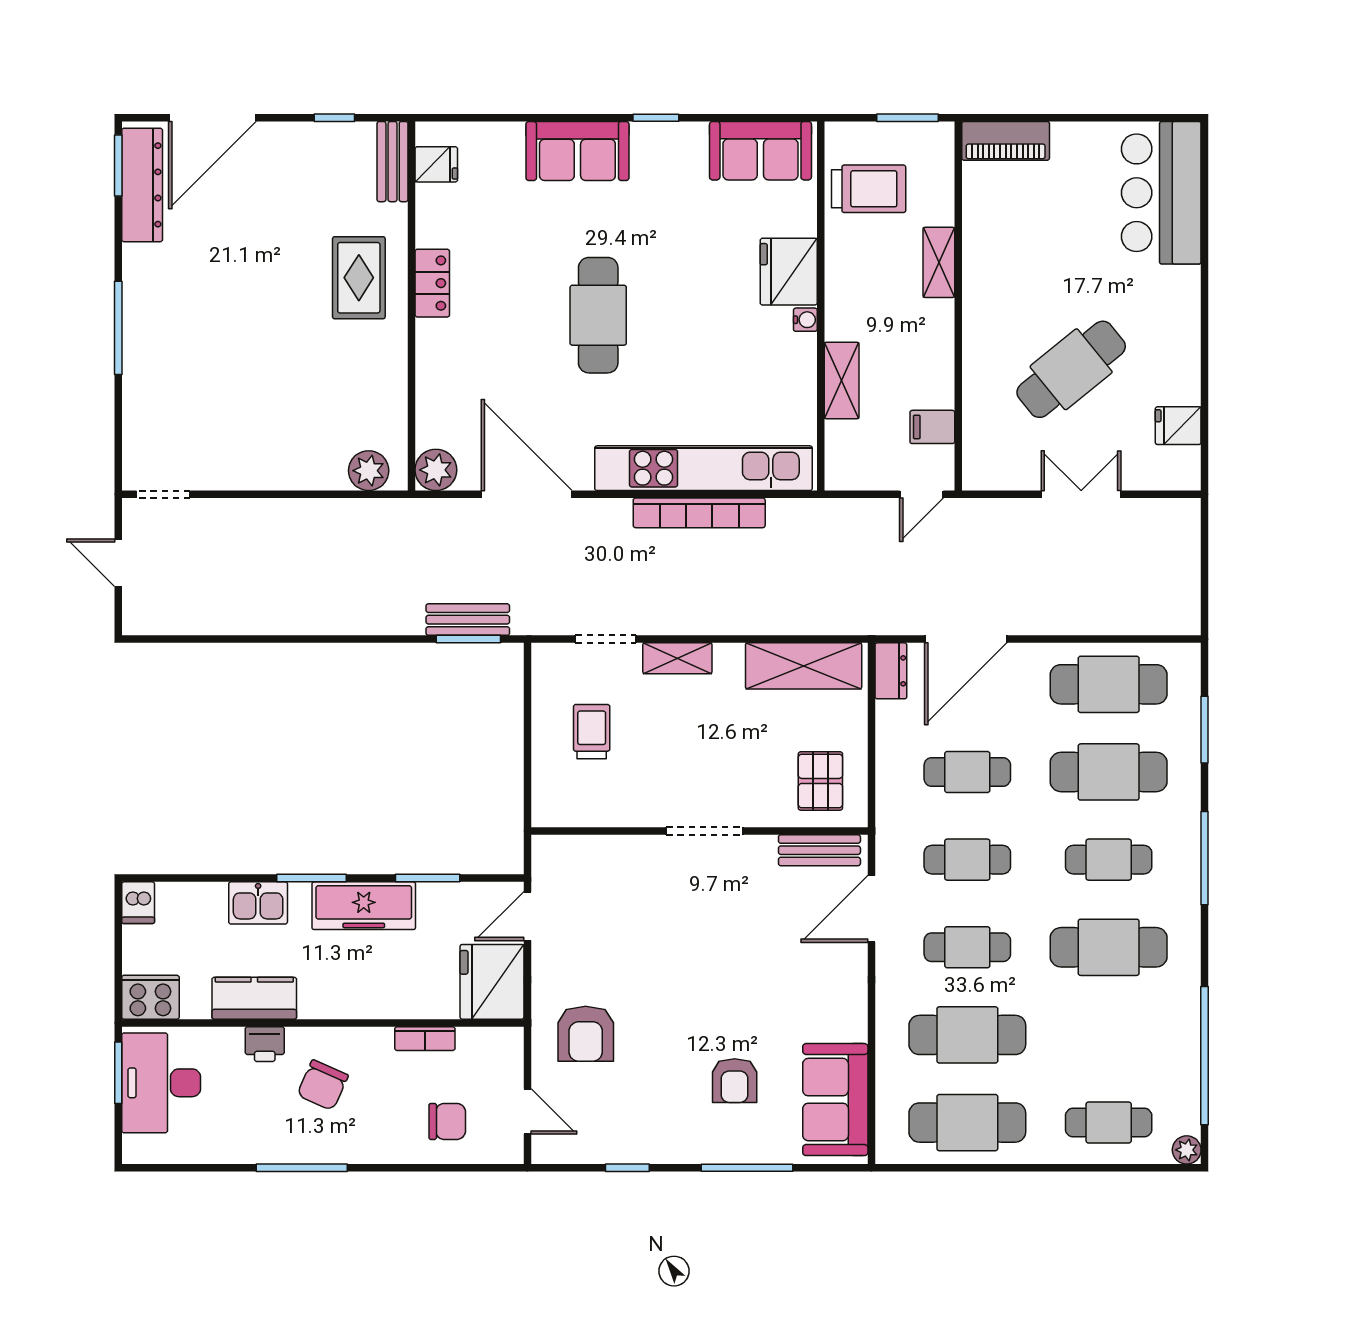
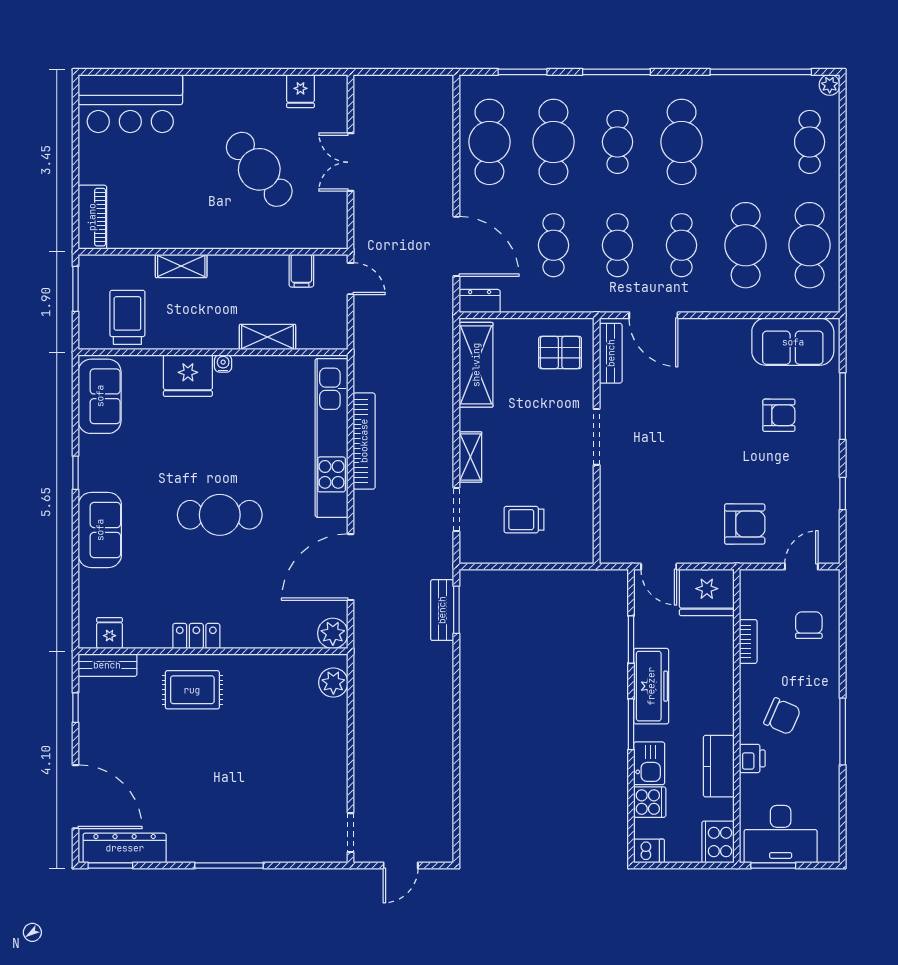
cooker: (205, 904) -> (650, 802), added

